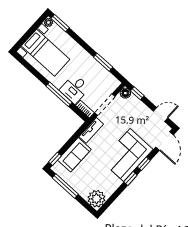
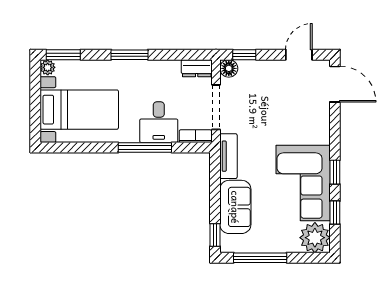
window: (103, 62) -> (129, 55), moved
dresser: (112, 81) -> (197, 68), added
corner sofa: (127, 155) -> (303, 183), moved
window: (144, 164) -> (335, 213), moved

